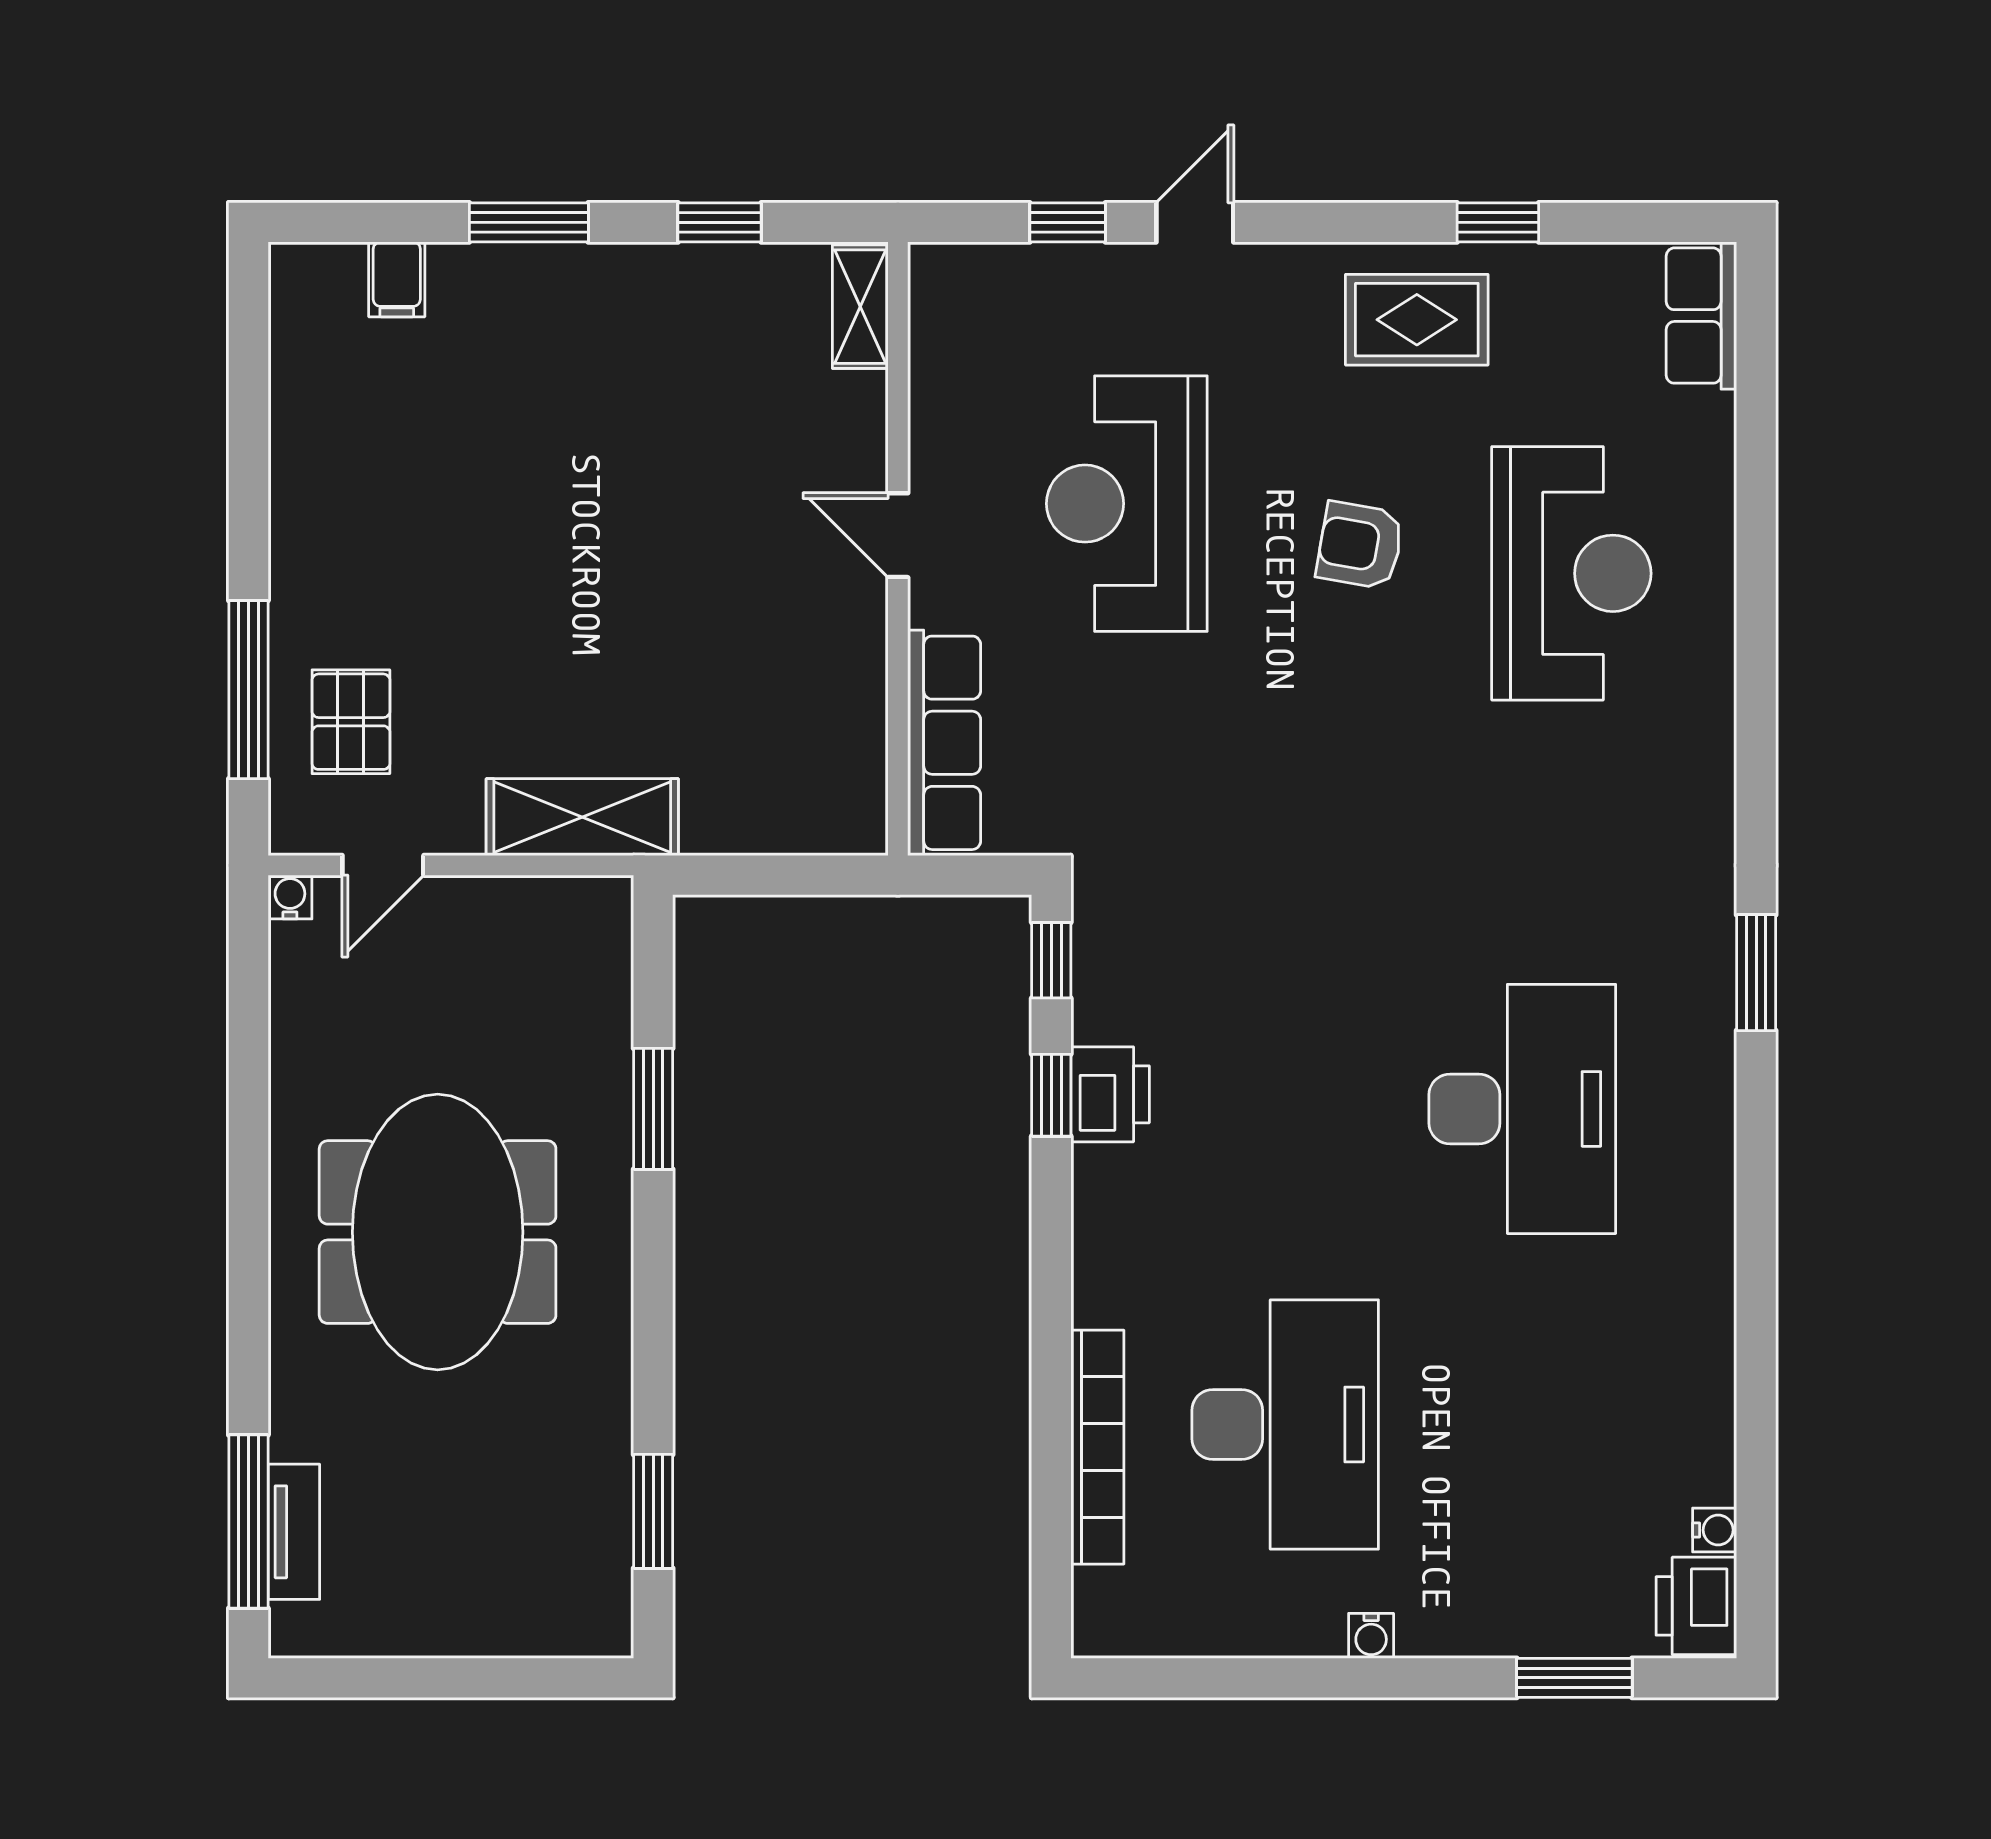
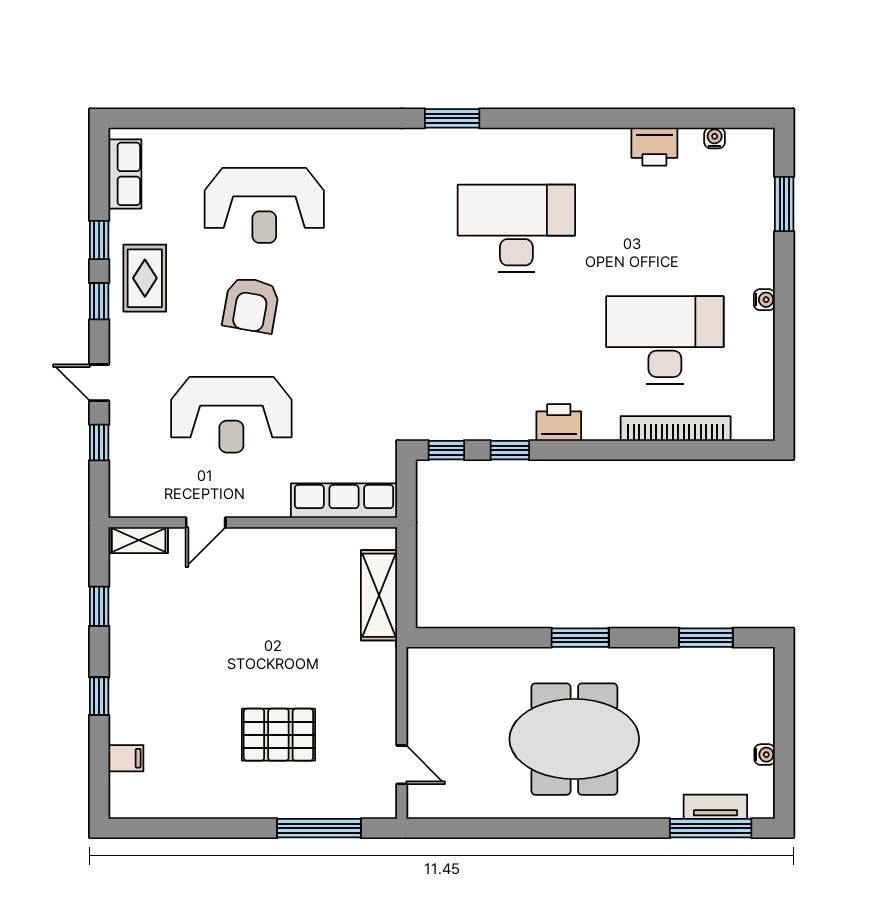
window: (529, 222) -> (99, 696), width x0.67
window: (1368, 222) -> (99, 301), added
row of seats: (1701, 316) -> (125, 174), moved, turned -90
door: (898, 535) -> (206, 522), moved
armchair: (1360, 545) -> (251, 305), width x1.38, depth x1.38
reception desk: (1571, 573) -> (264, 205), turned 180
pallet: (351, 722) -> (278, 735), moved, width x1.50, depth x1.42
shelving: (582, 817) -> (379, 595), moved
water cooler: (290, 897) -> (765, 755), moved, turned 180
printer: (1110, 1094) -> (559, 423), moved
window: (653, 1109) -> (580, 638), moved
printer: (1696, 1606) -> (654, 147), moved

